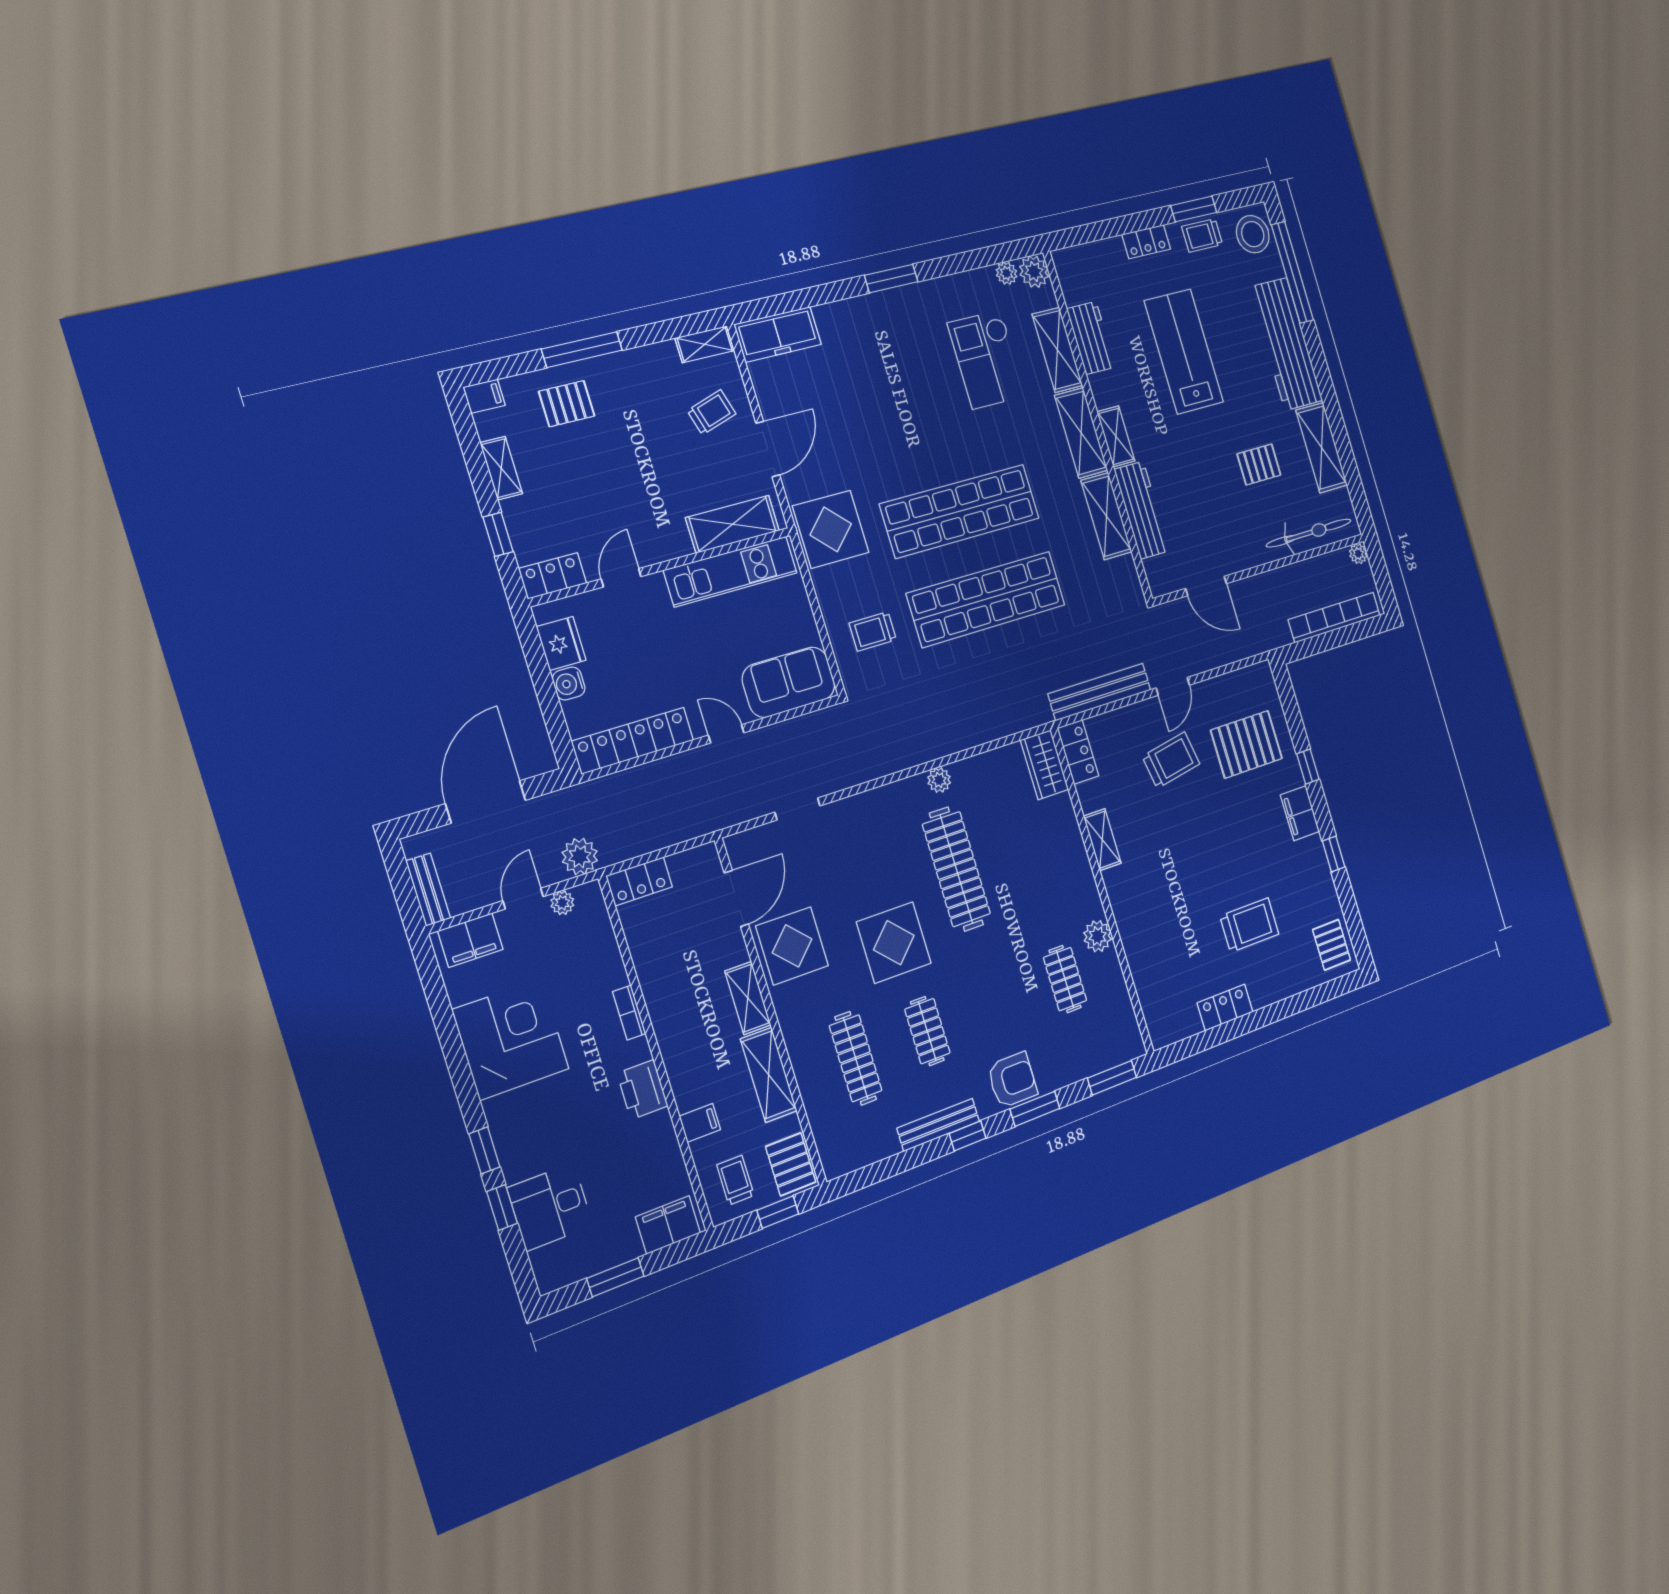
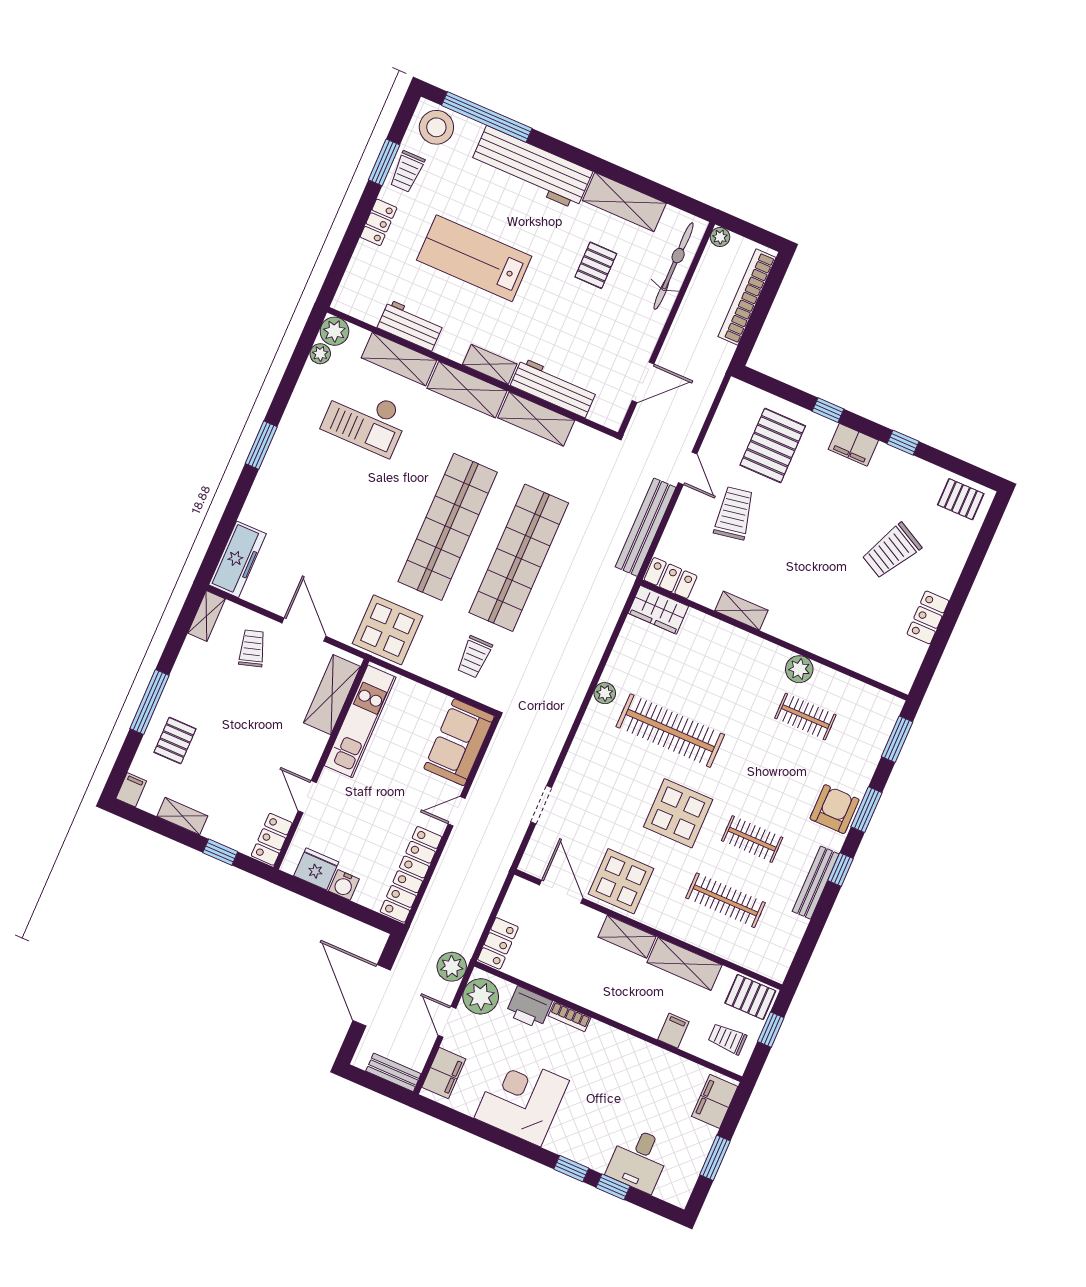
plant: (562, 903) -> (481, 996), width x1.88, depth x1.88
trolley: (1249, 925) -> (892, 551), turned -152
printer: (642, 1090) -> (529, 1007), moved

